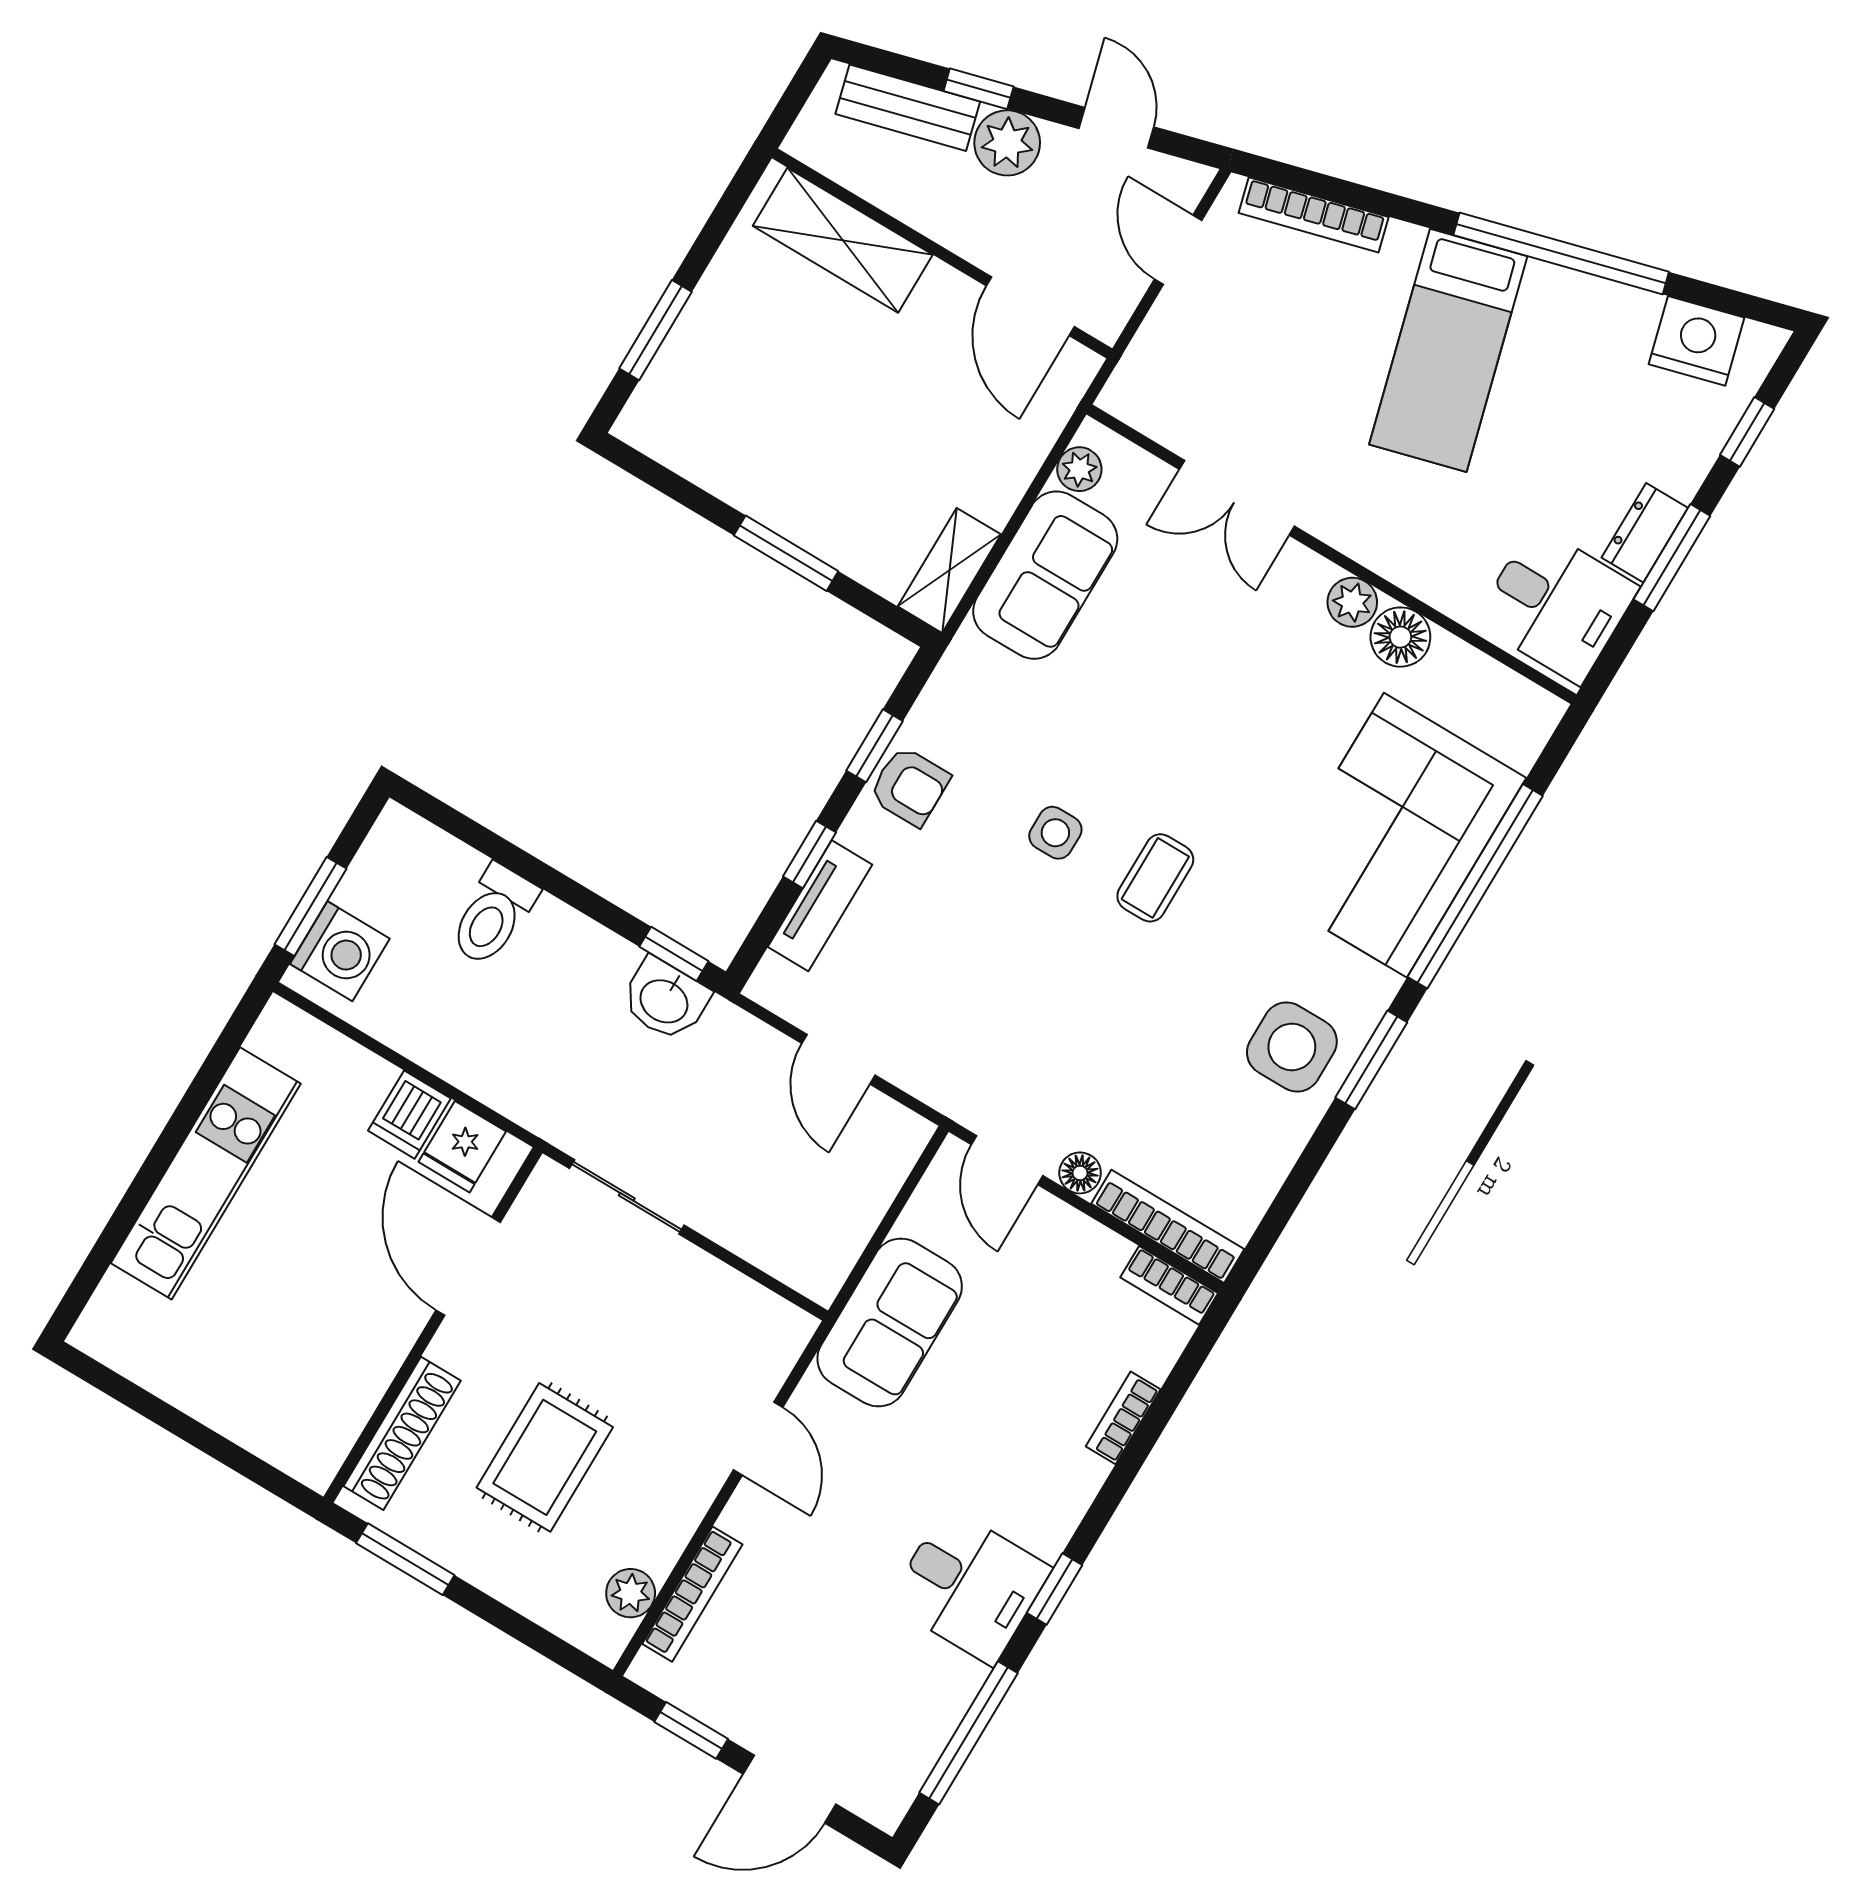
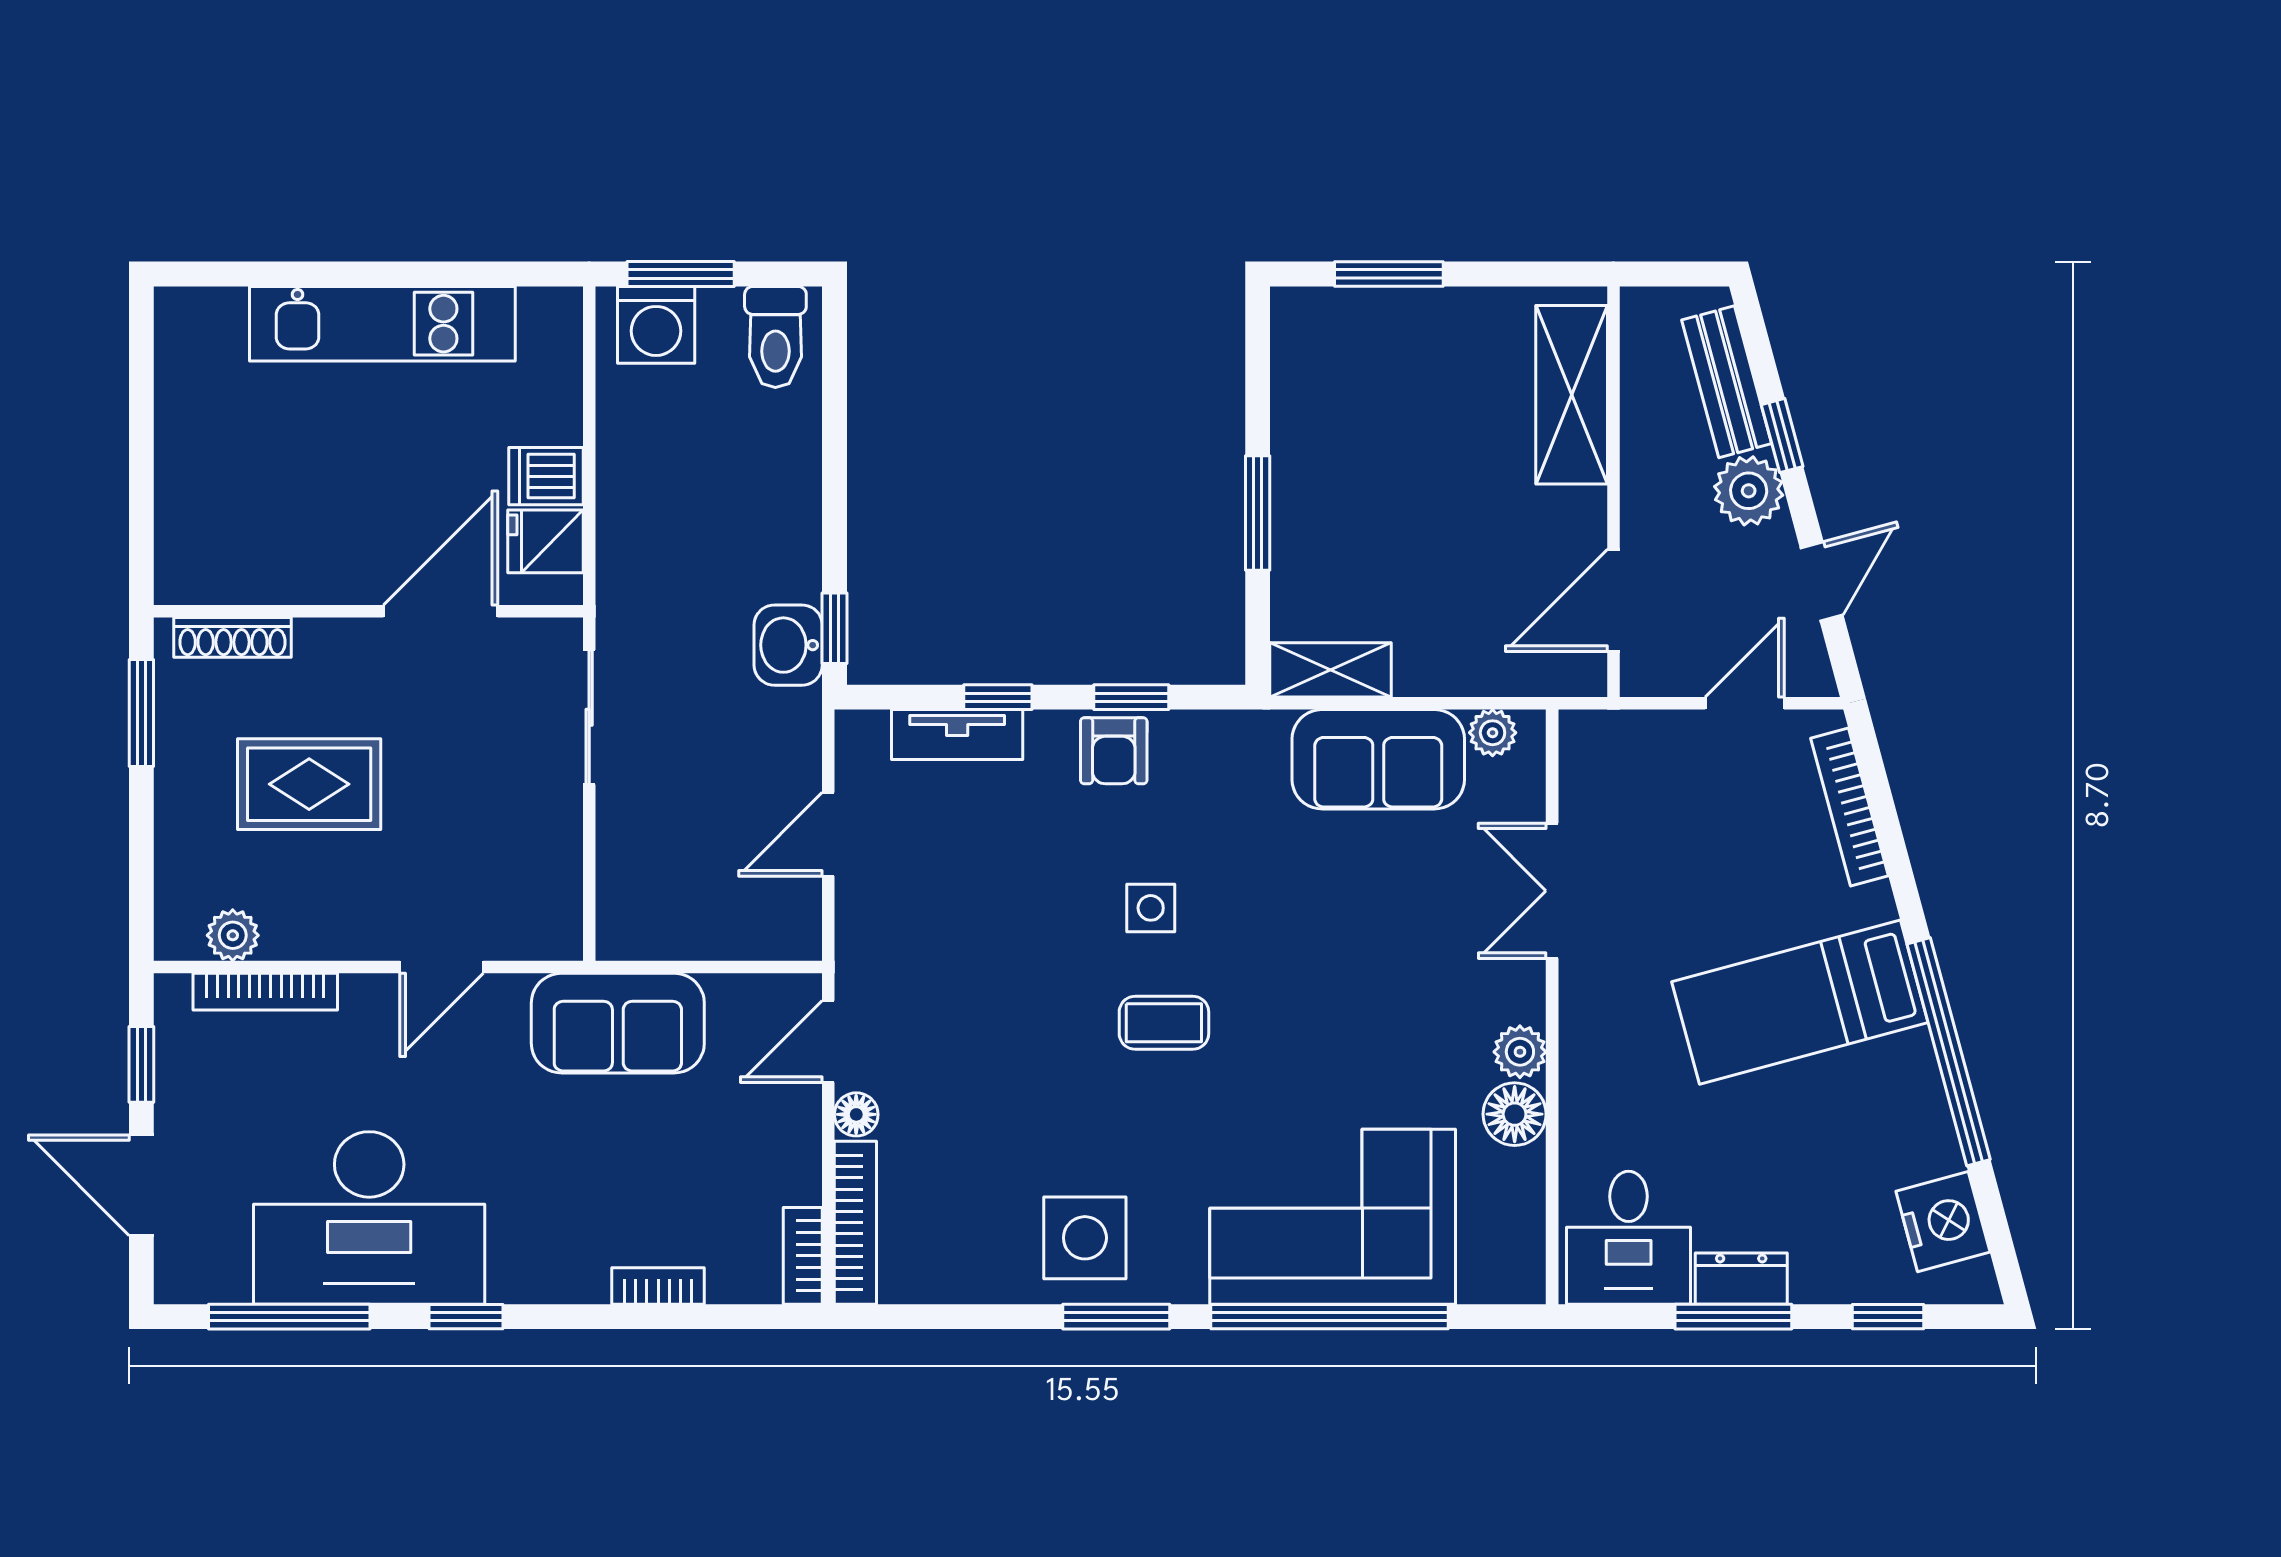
toilet: (493, 915) -> (775, 337), moved, turned -90
shoe rack: (402, 1433) -> (233, 637), width x0.74, depth x0.81
desk: (970, 1586) -> (369, 1218), width x1.87, depth x1.30

